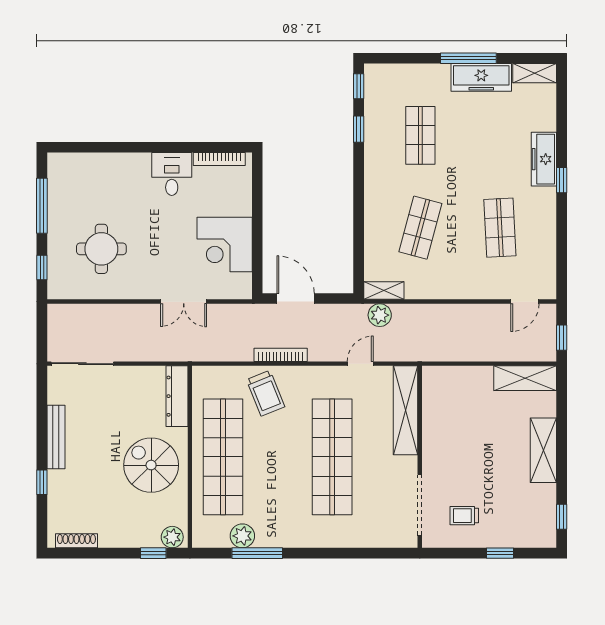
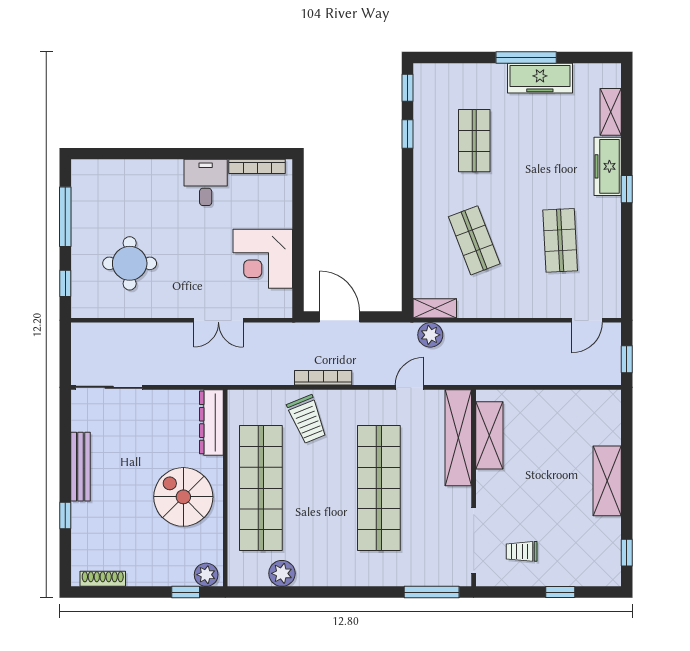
shelving: (535, 73) -> (611, 112), moved, turned 90
shop shelf: (420, 228) -> (474, 240), turned -36
shelving: (525, 378) -> (489, 435), moved, turned 90
window: (257, 553) -> (432, 592), moved

